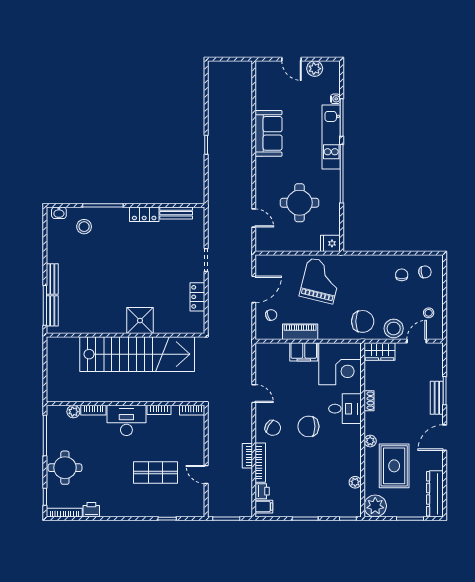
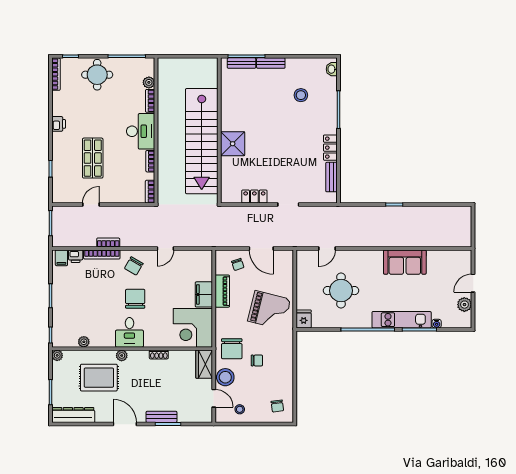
stool: (84, 227) -> (301, 95), moved
chair: (402, 275) -> (257, 360), moved
desk: (345, 409) -> (129, 332), moved
plant: (375, 506) -> (57, 355), width x0.53, depth x0.53
printer: (91, 510) -> (59, 124), moved

